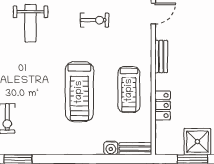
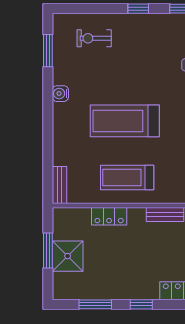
water cooler: (111, 148) -> (60, 94), moved

